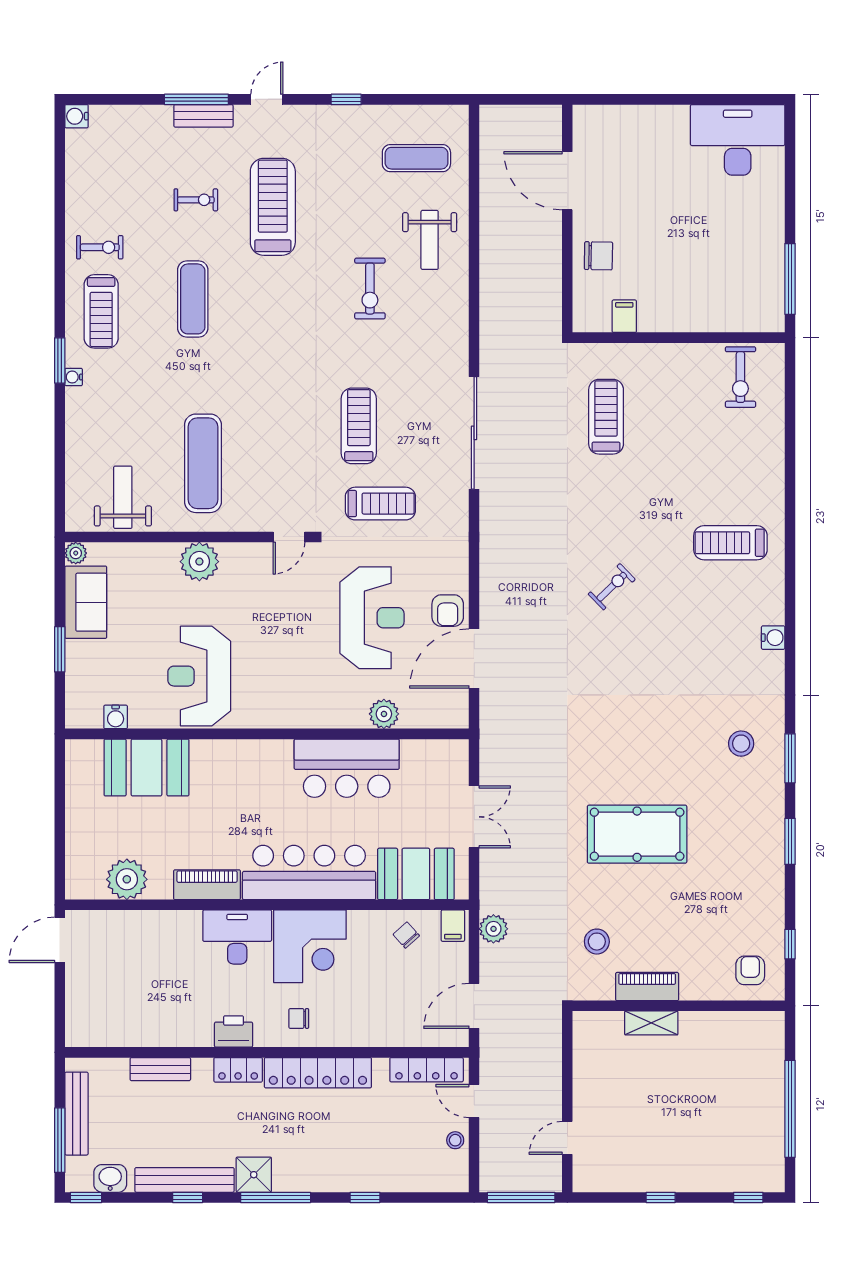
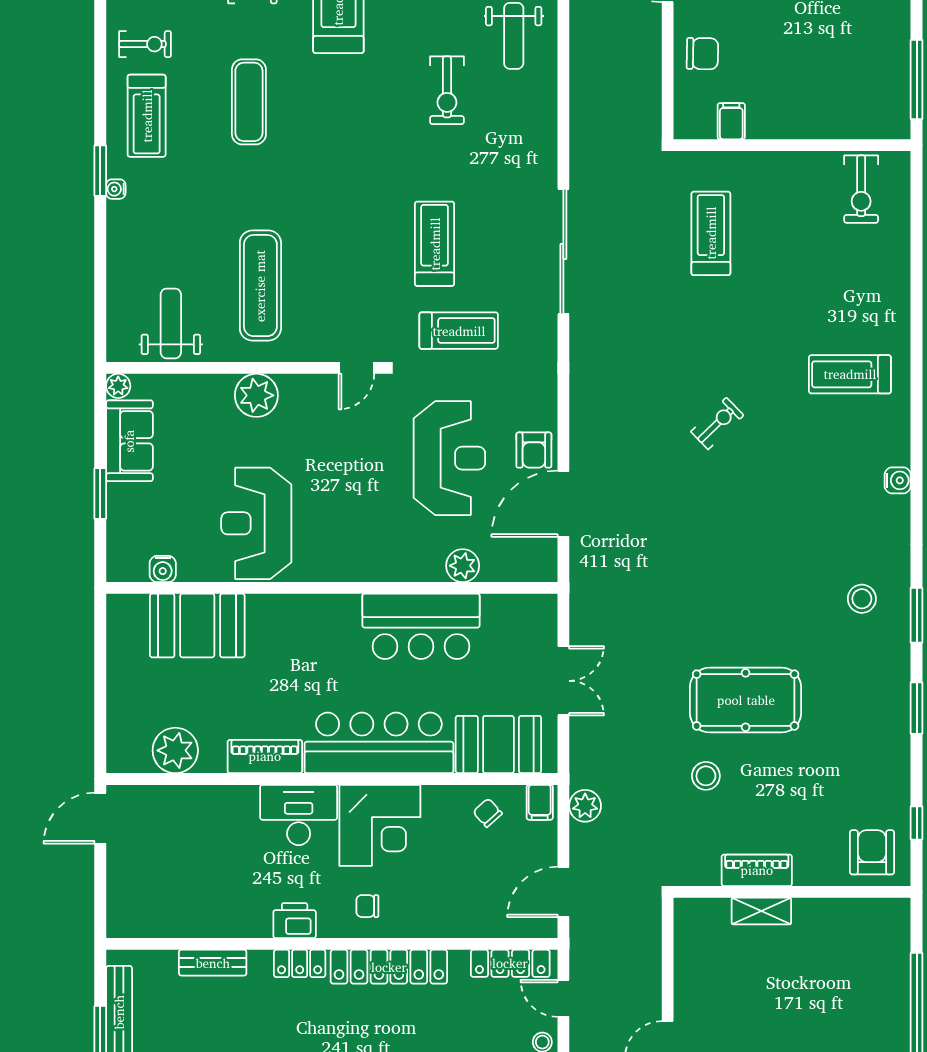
stool: (597, 942) -> (706, 776), moved
armchair: (750, 970) -> (872, 852), width x1.38, depth x1.38

